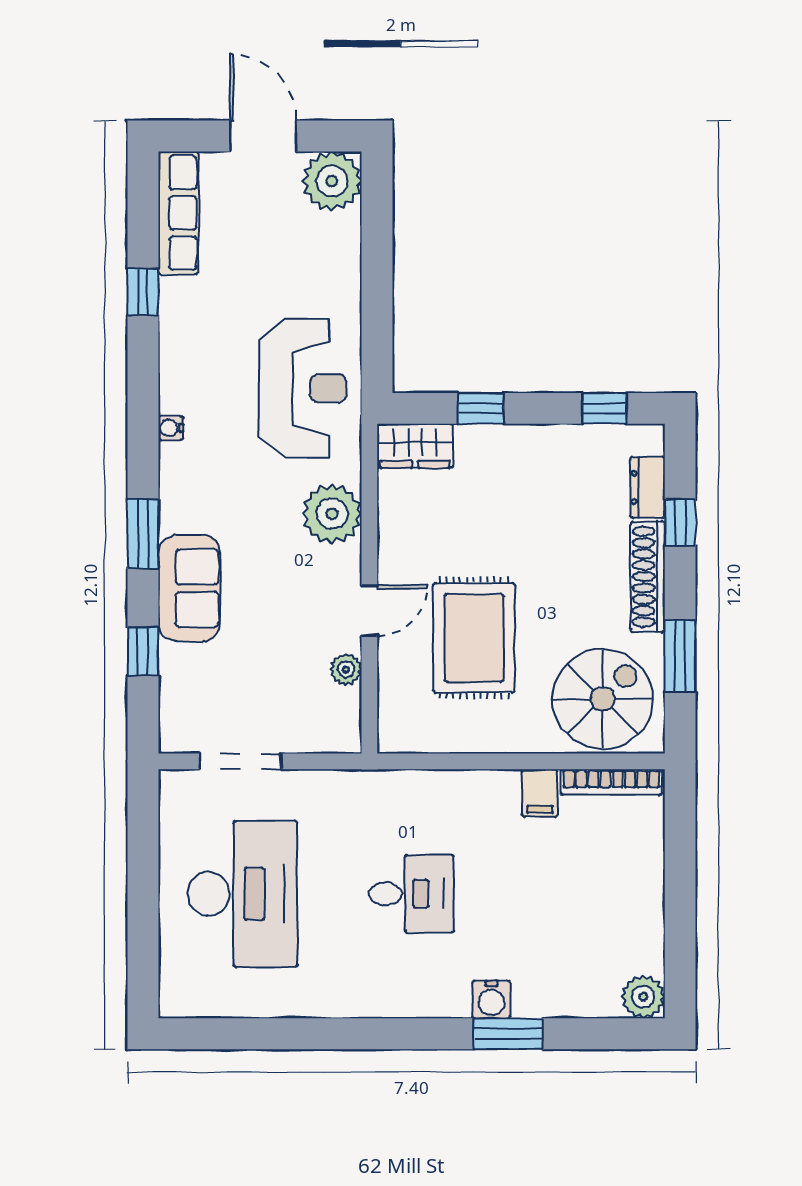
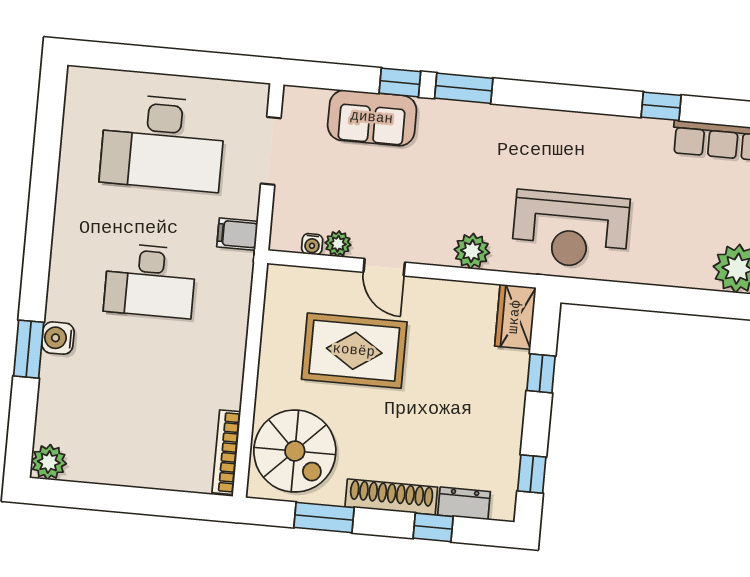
water cooler: (171, 428) -> (312, 244), moved, turned 180
plant: (332, 514) -> (472, 251), width x0.73, depth x0.73
sofa: (189, 588) -> (372, 118), moved
window: (143, 652) -> (400, 82), moved
filing cabinet: (540, 793) -> (237, 234), moved
desk: (412, 894) -> (150, 281), width x1.37

